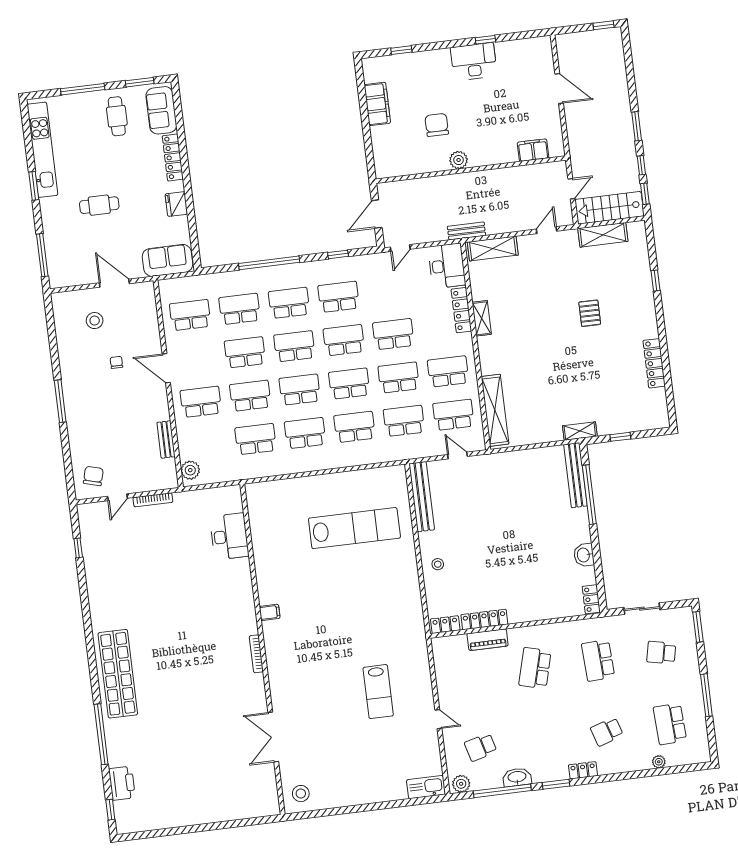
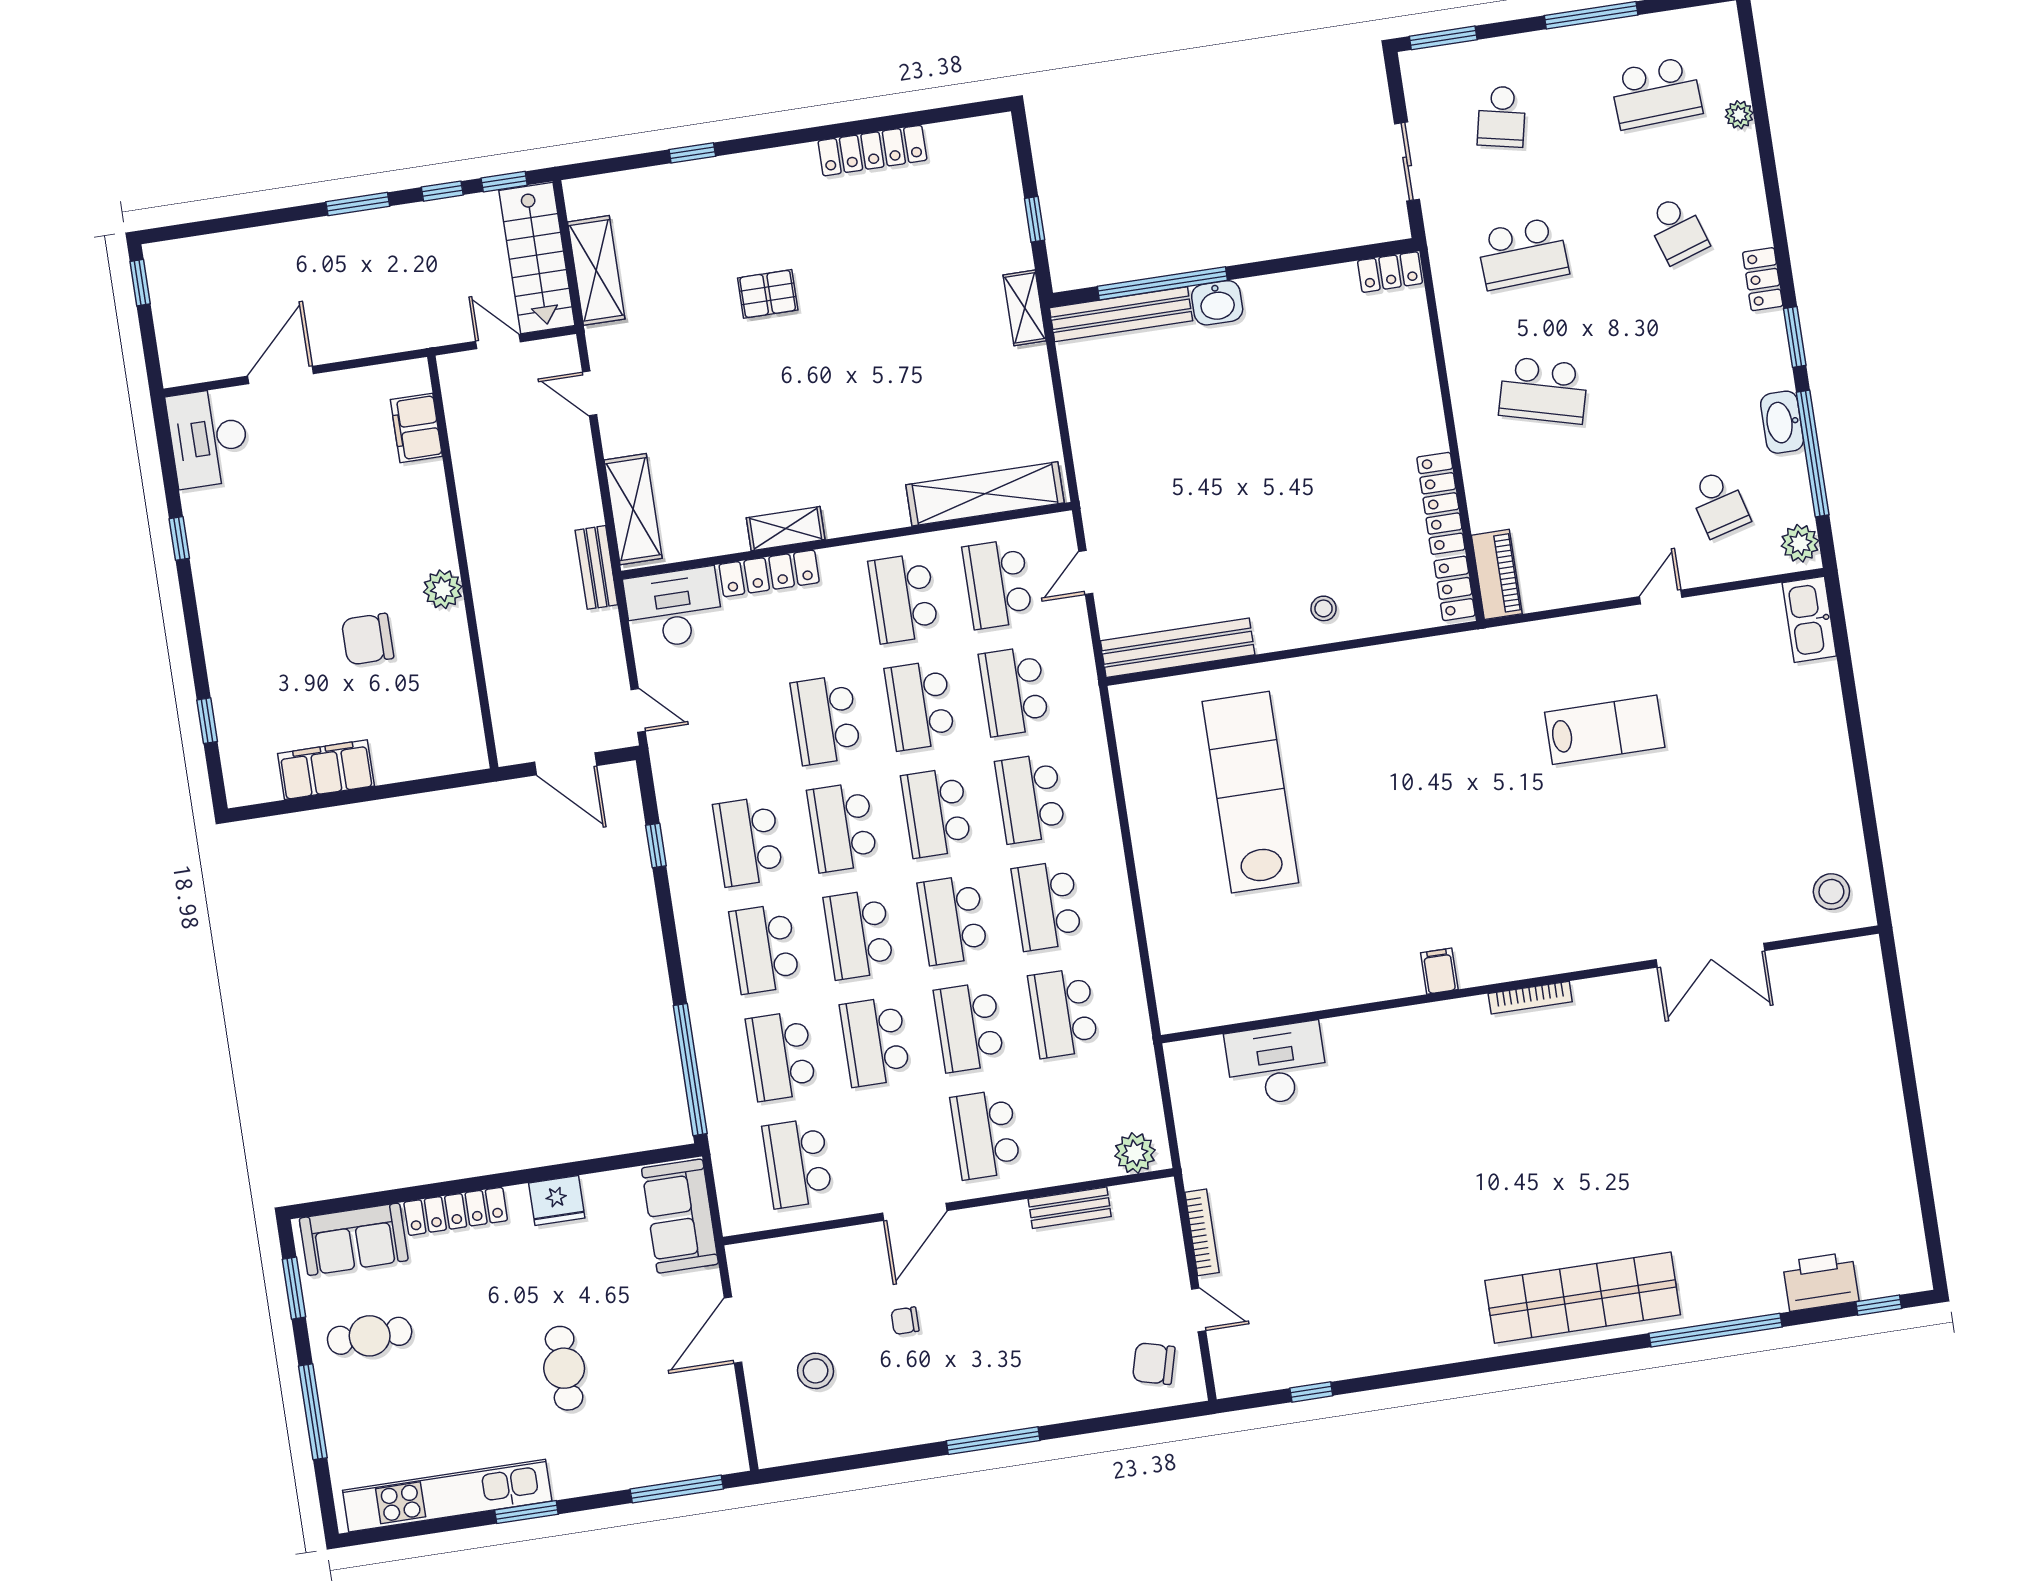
desk: (474, 62) -> (208, 438), moved
window: (269, 263) -> (690, 1070), moved
washbasin: (584, 555) -> (1217, 303), moved
piano: (488, 640) -> (1497, 574), moved

